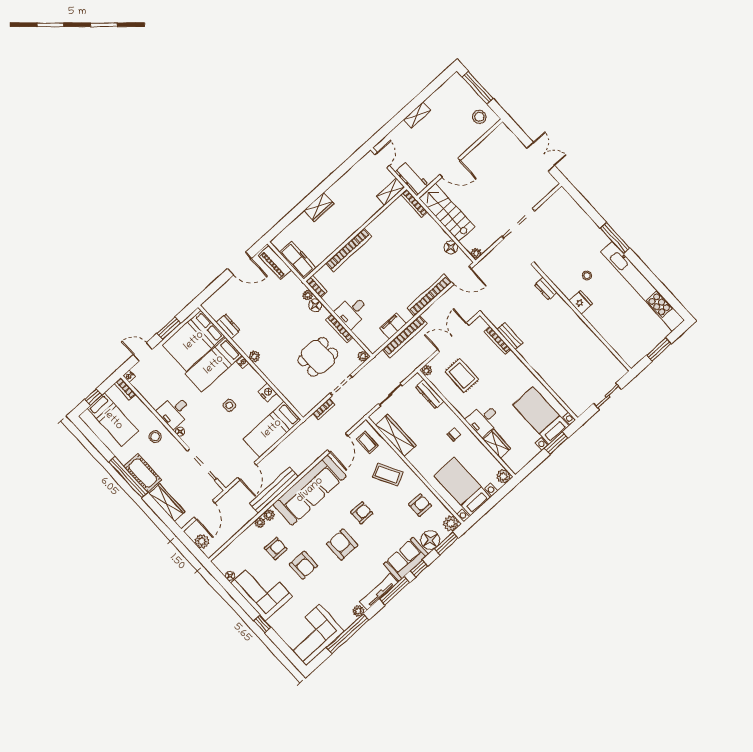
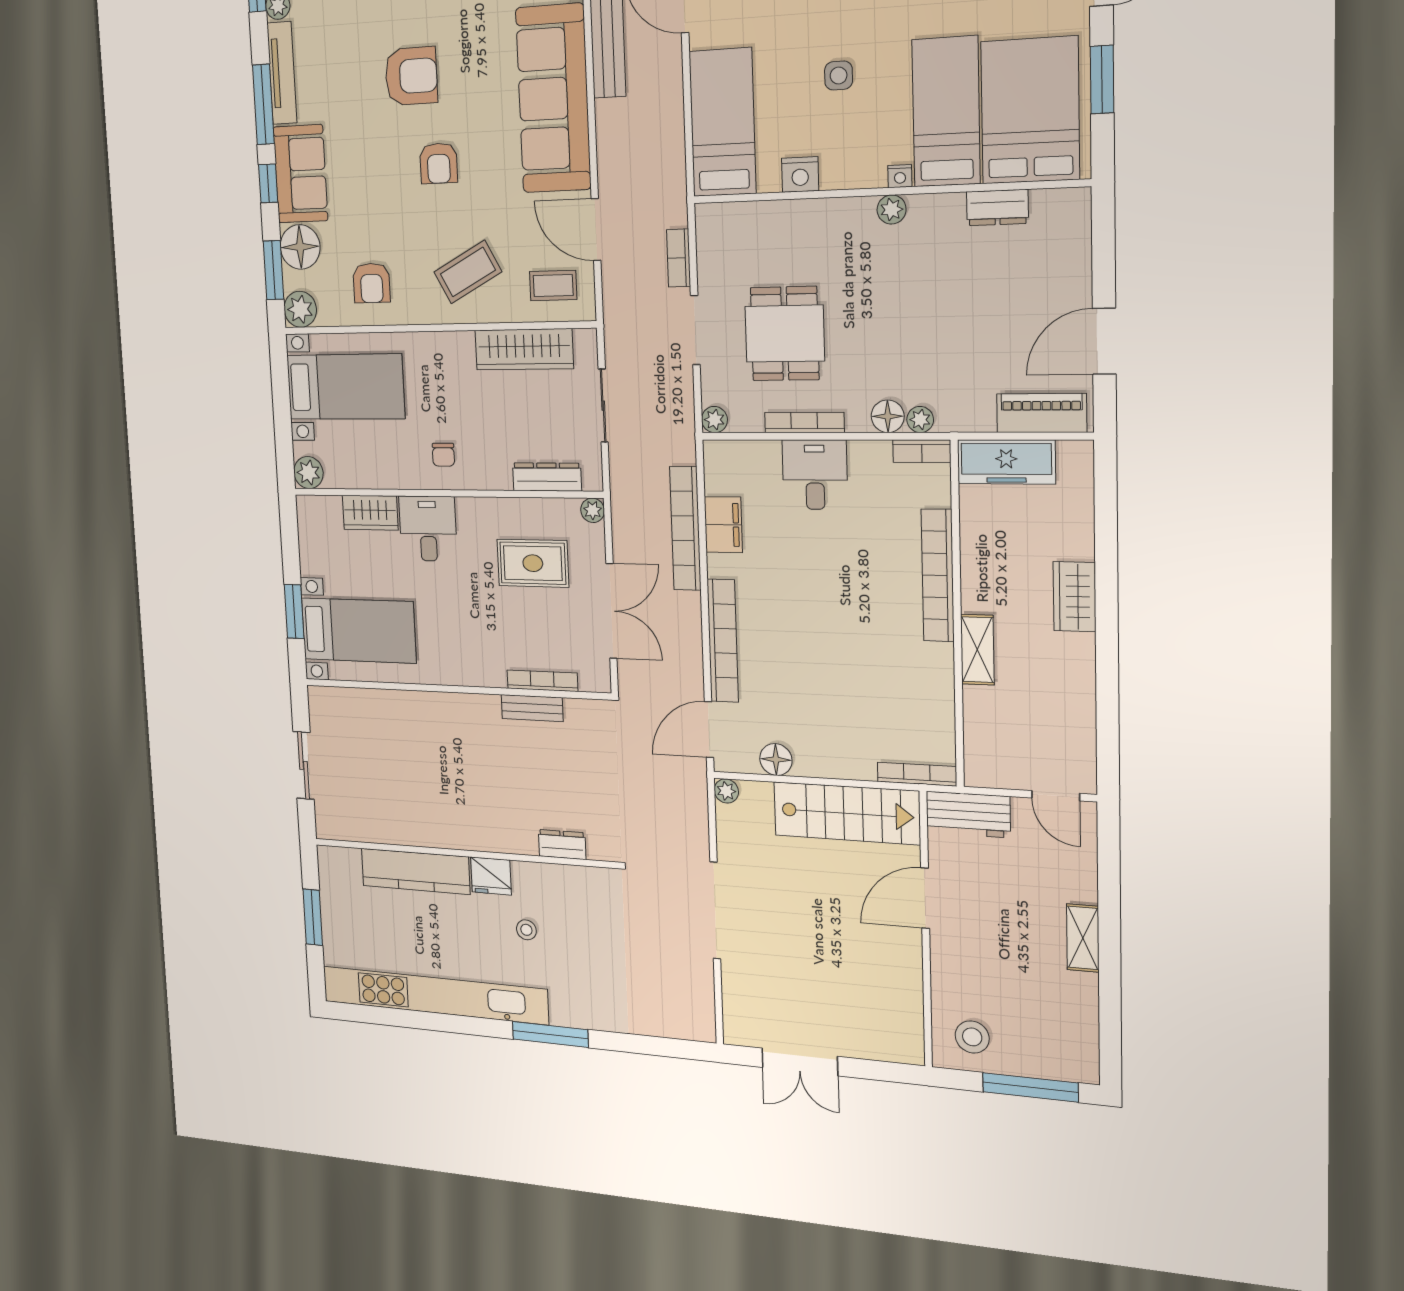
shelving: (390, 192) -> (977, 650), moved
kitchen counter: (605, 328) -> (415, 871), added

